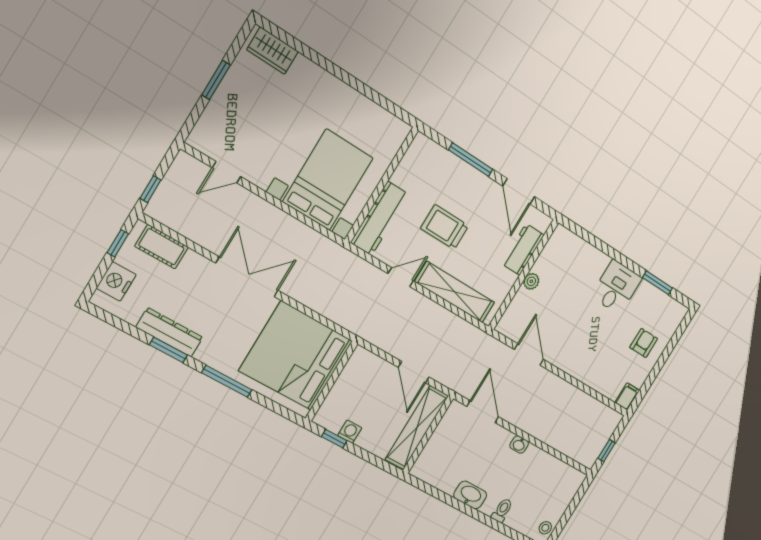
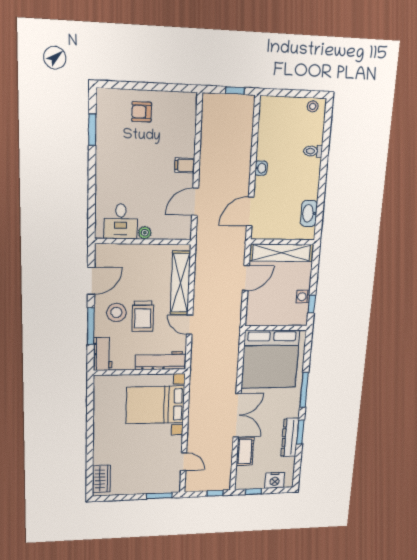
window: (216, 80) -> (159, 496), moved
stool: (468, 199) -> (116, 312), added
cot: (161, 247) -> (245, 452), moved
workbench: (523, 249) -> (103, 354), moved, turned -90
double door: (247, 277) -> (237, 415), swing flipped
desk: (616, 287) -> (121, 221), moved, turned -90
filing cabinet: (627, 396) -> (185, 165), moved
washbasin: (470, 495) -> (309, 213), moved

